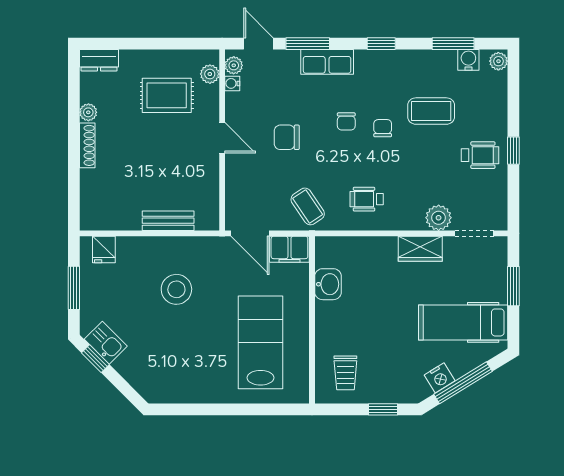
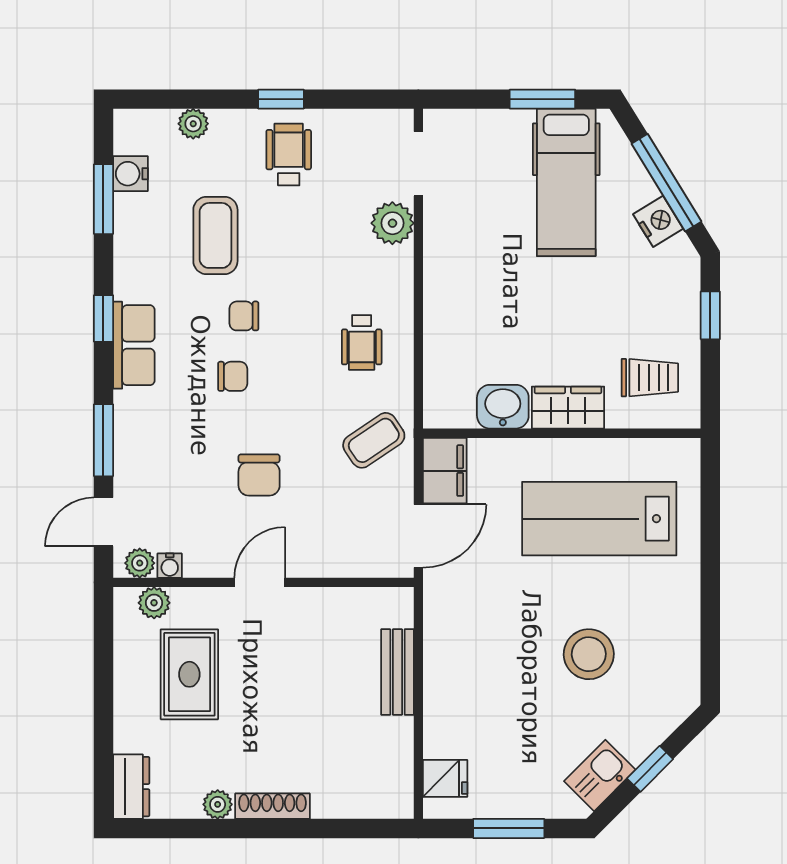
plant: (498, 61) -> (193, 124), moved
row of seats: (327, 62) -> (134, 345), moved
wardrobe: (420, 249) -> (568, 408), moved, turned -90
window: (513, 286) -> (542, 99), moved
stool: (176, 289) -> (589, 654), moved
window: (95, 359) -> (650, 769), moved

